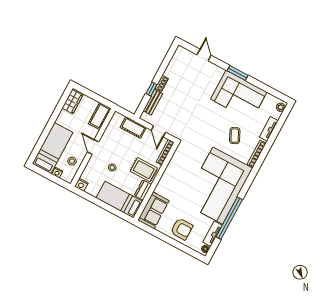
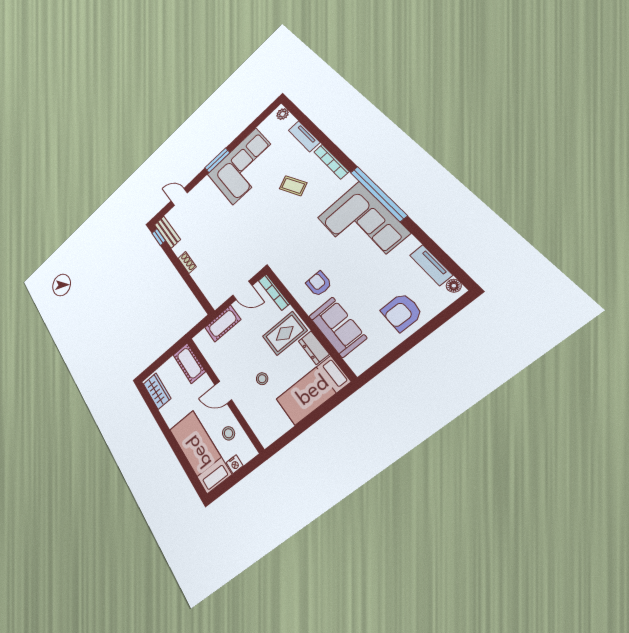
window: (151, 89) -> (159, 237), moved
bench: (153, 102) -> (167, 232), moved
armchair: (180, 177) -> (319, 284), added
nightstand: (81, 185) -> (267, 437), removed
corner sofa: (218, 186) -> (362, 225), width x0.73, depth x0.74
sofa: (153, 210) -> (337, 327), moved
window: (229, 218) -> (378, 194), moved
armchair: (182, 229) -> (402, 312), turned 180

